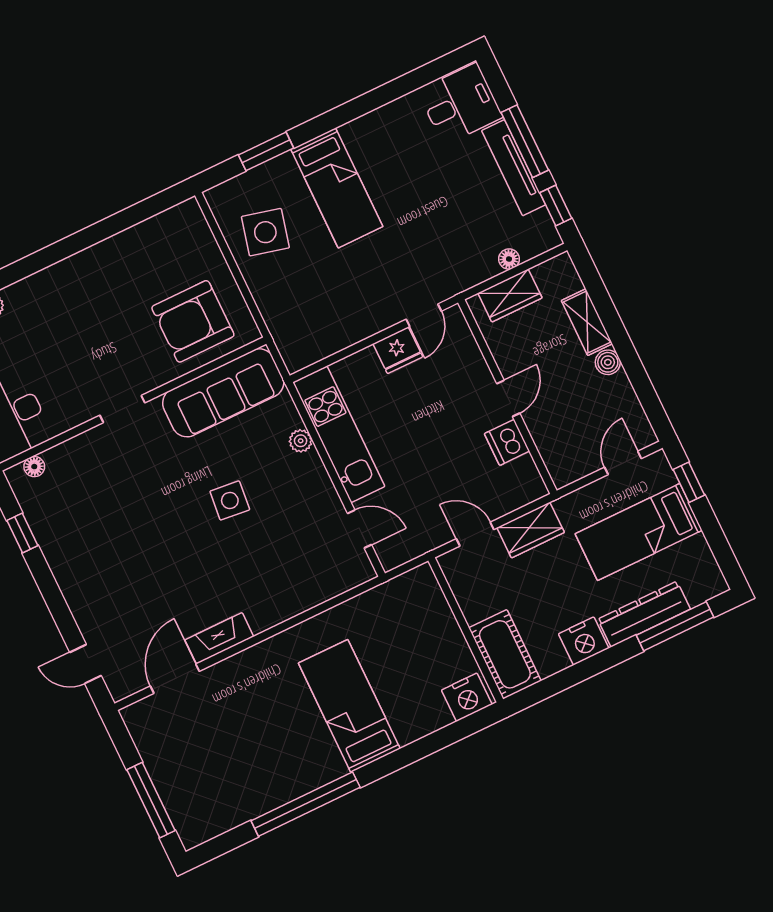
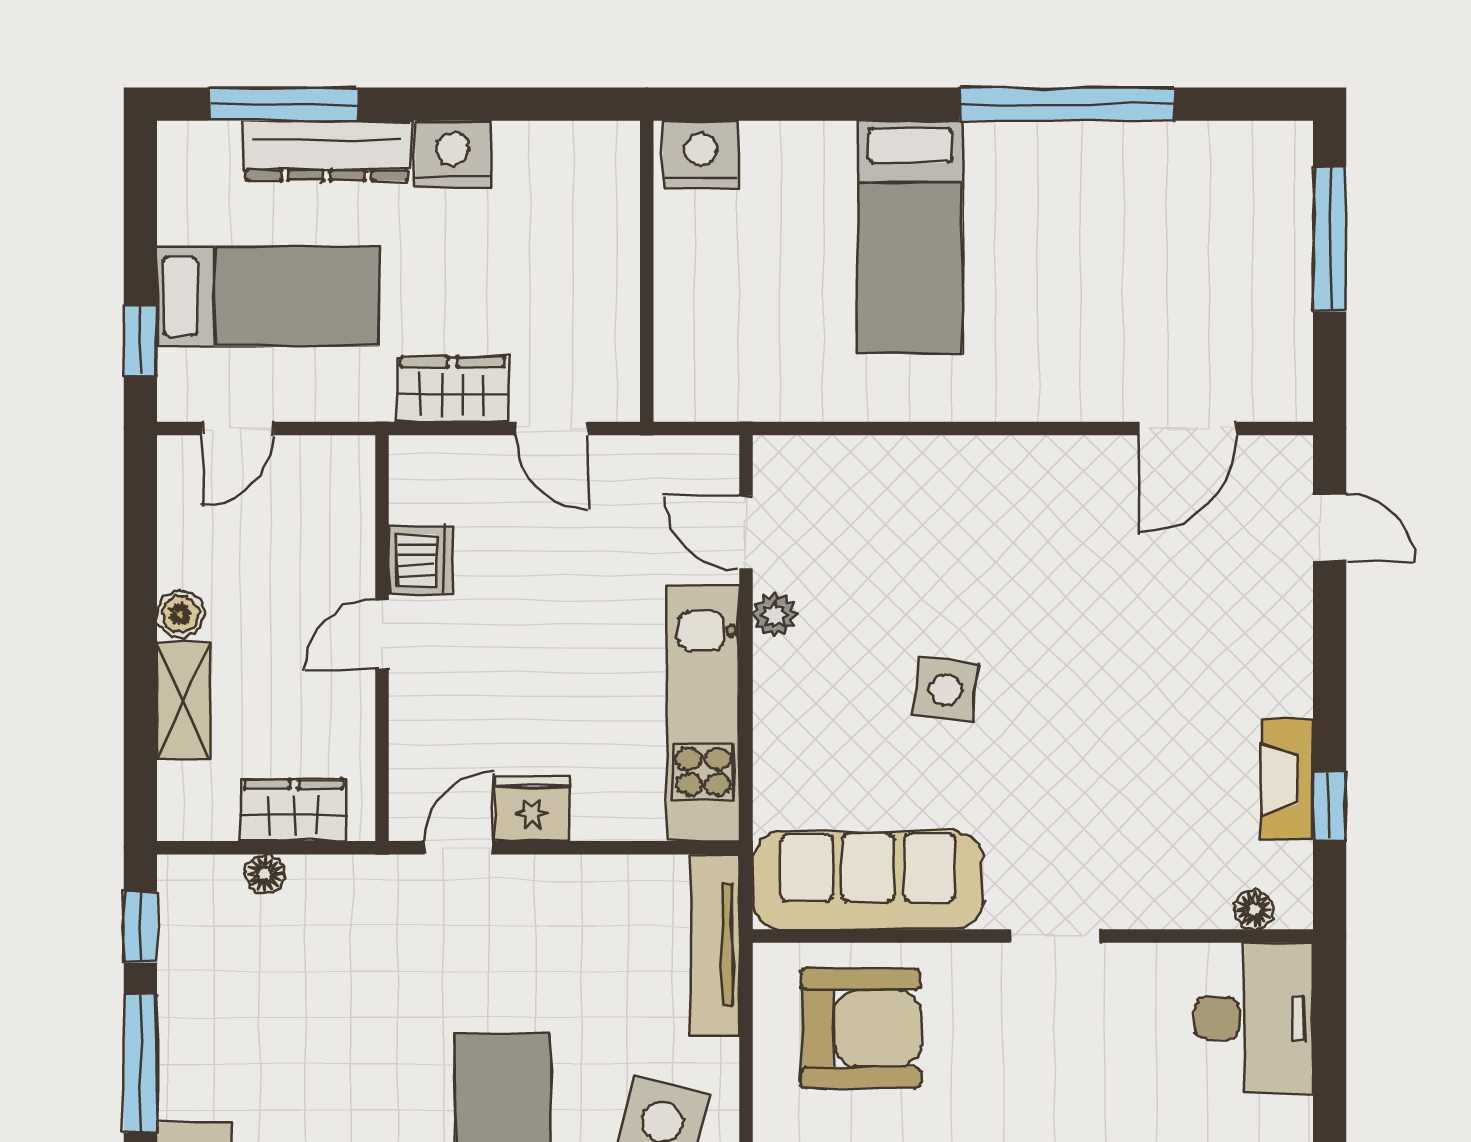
tv unit: (514, 168) -> (715, 945), moved, turned 180
plant: (301, 441) -> (774, 615), moved
fireplace: (219, 638) -> (1287, 780), moved, turned 90
cot: (505, 654) -> (600, 197), removed

